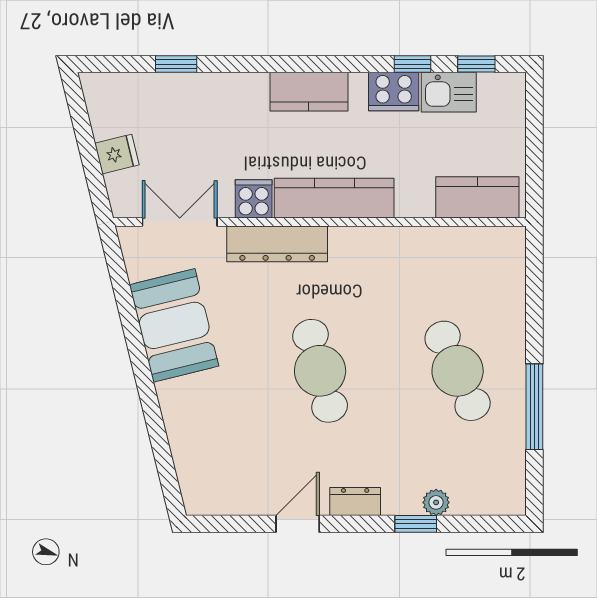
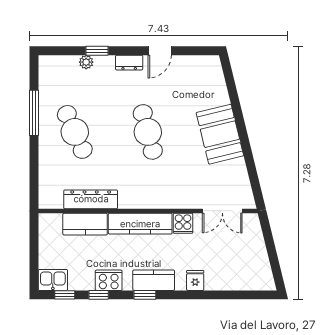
window: (176, 64) -> (145, 295), moved
kitchen sink: (449, 92) -> (53, 280), moved
fridge: (117, 154) -> (195, 280), moved, turned 104
kitchen counter: (477, 197) -> (85, 224), moved
dresser: (277, 244) -> (91, 199), moved
booth: (174, 325) -> (220, 134), moved

